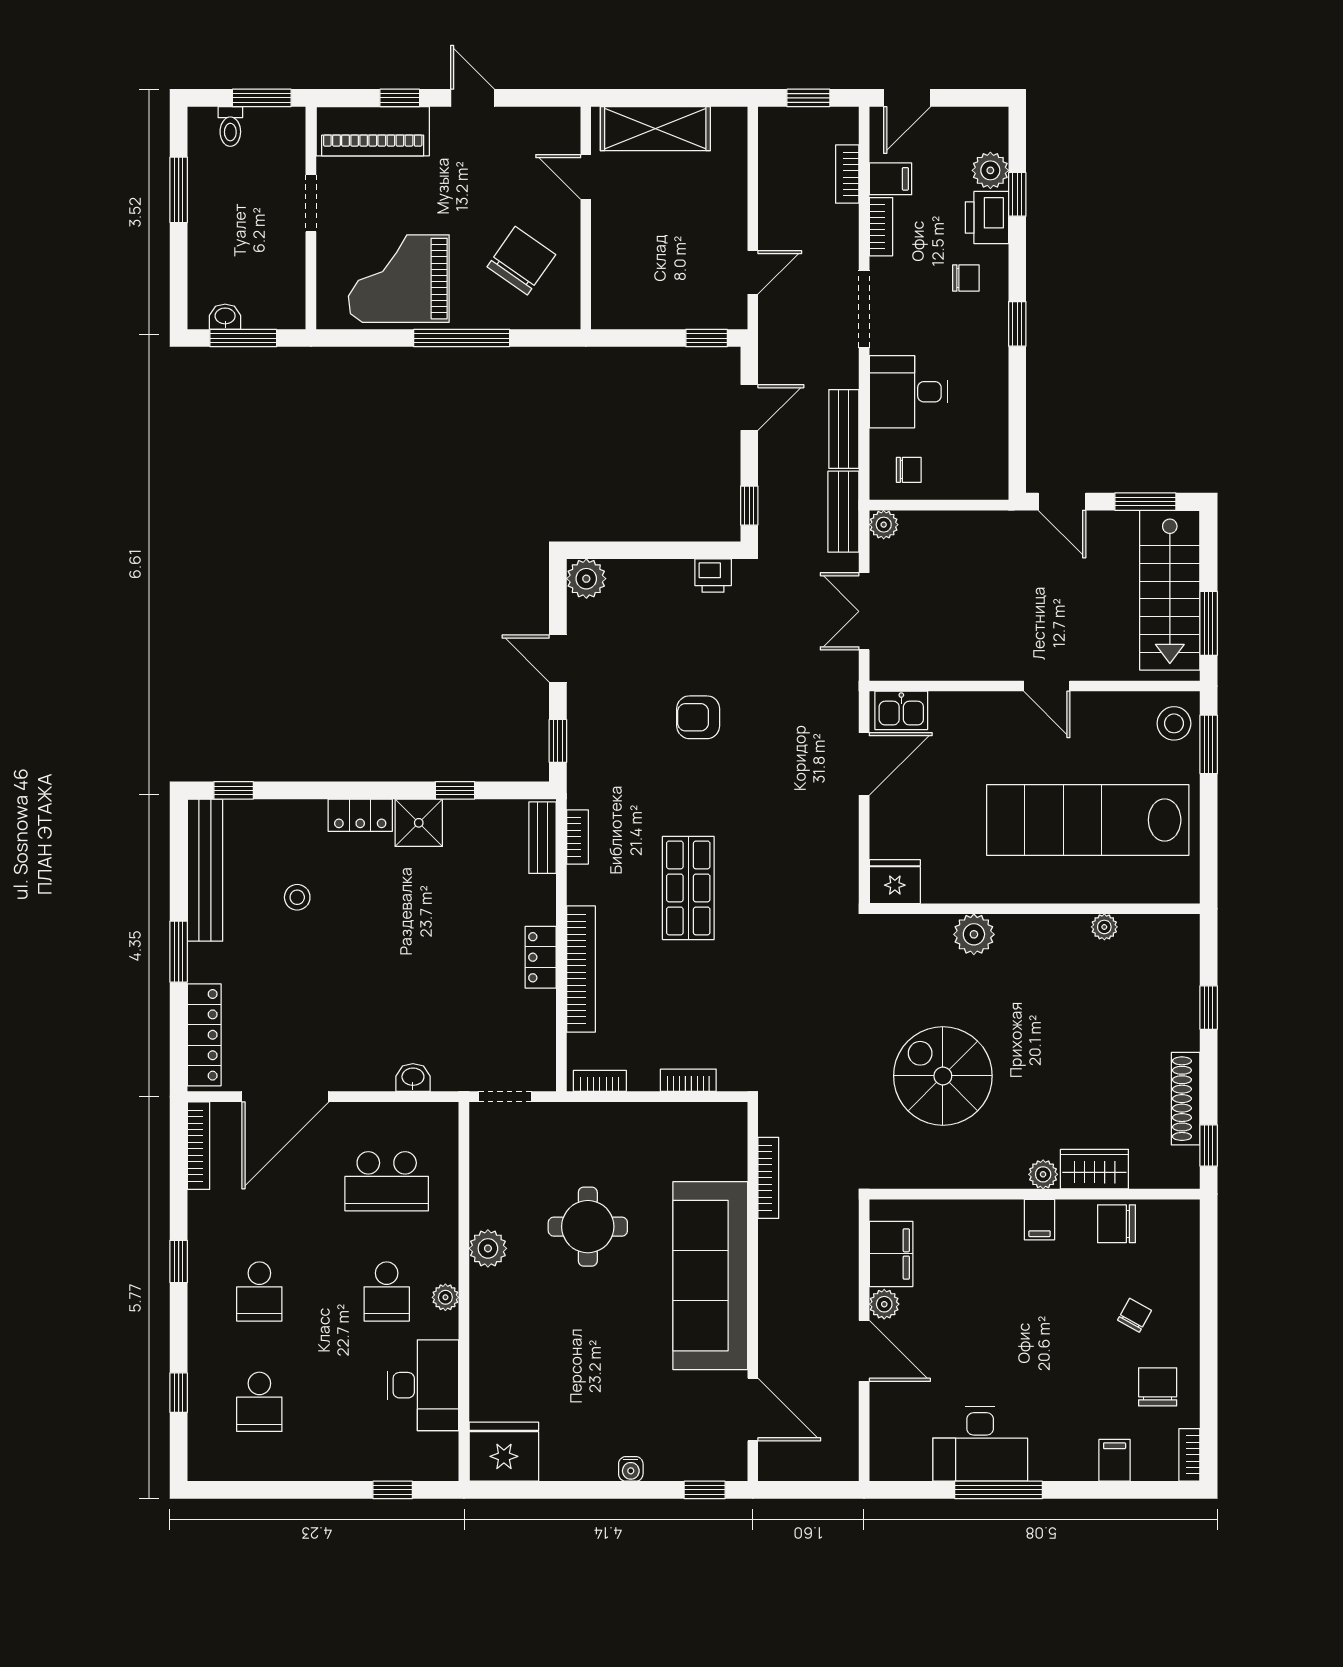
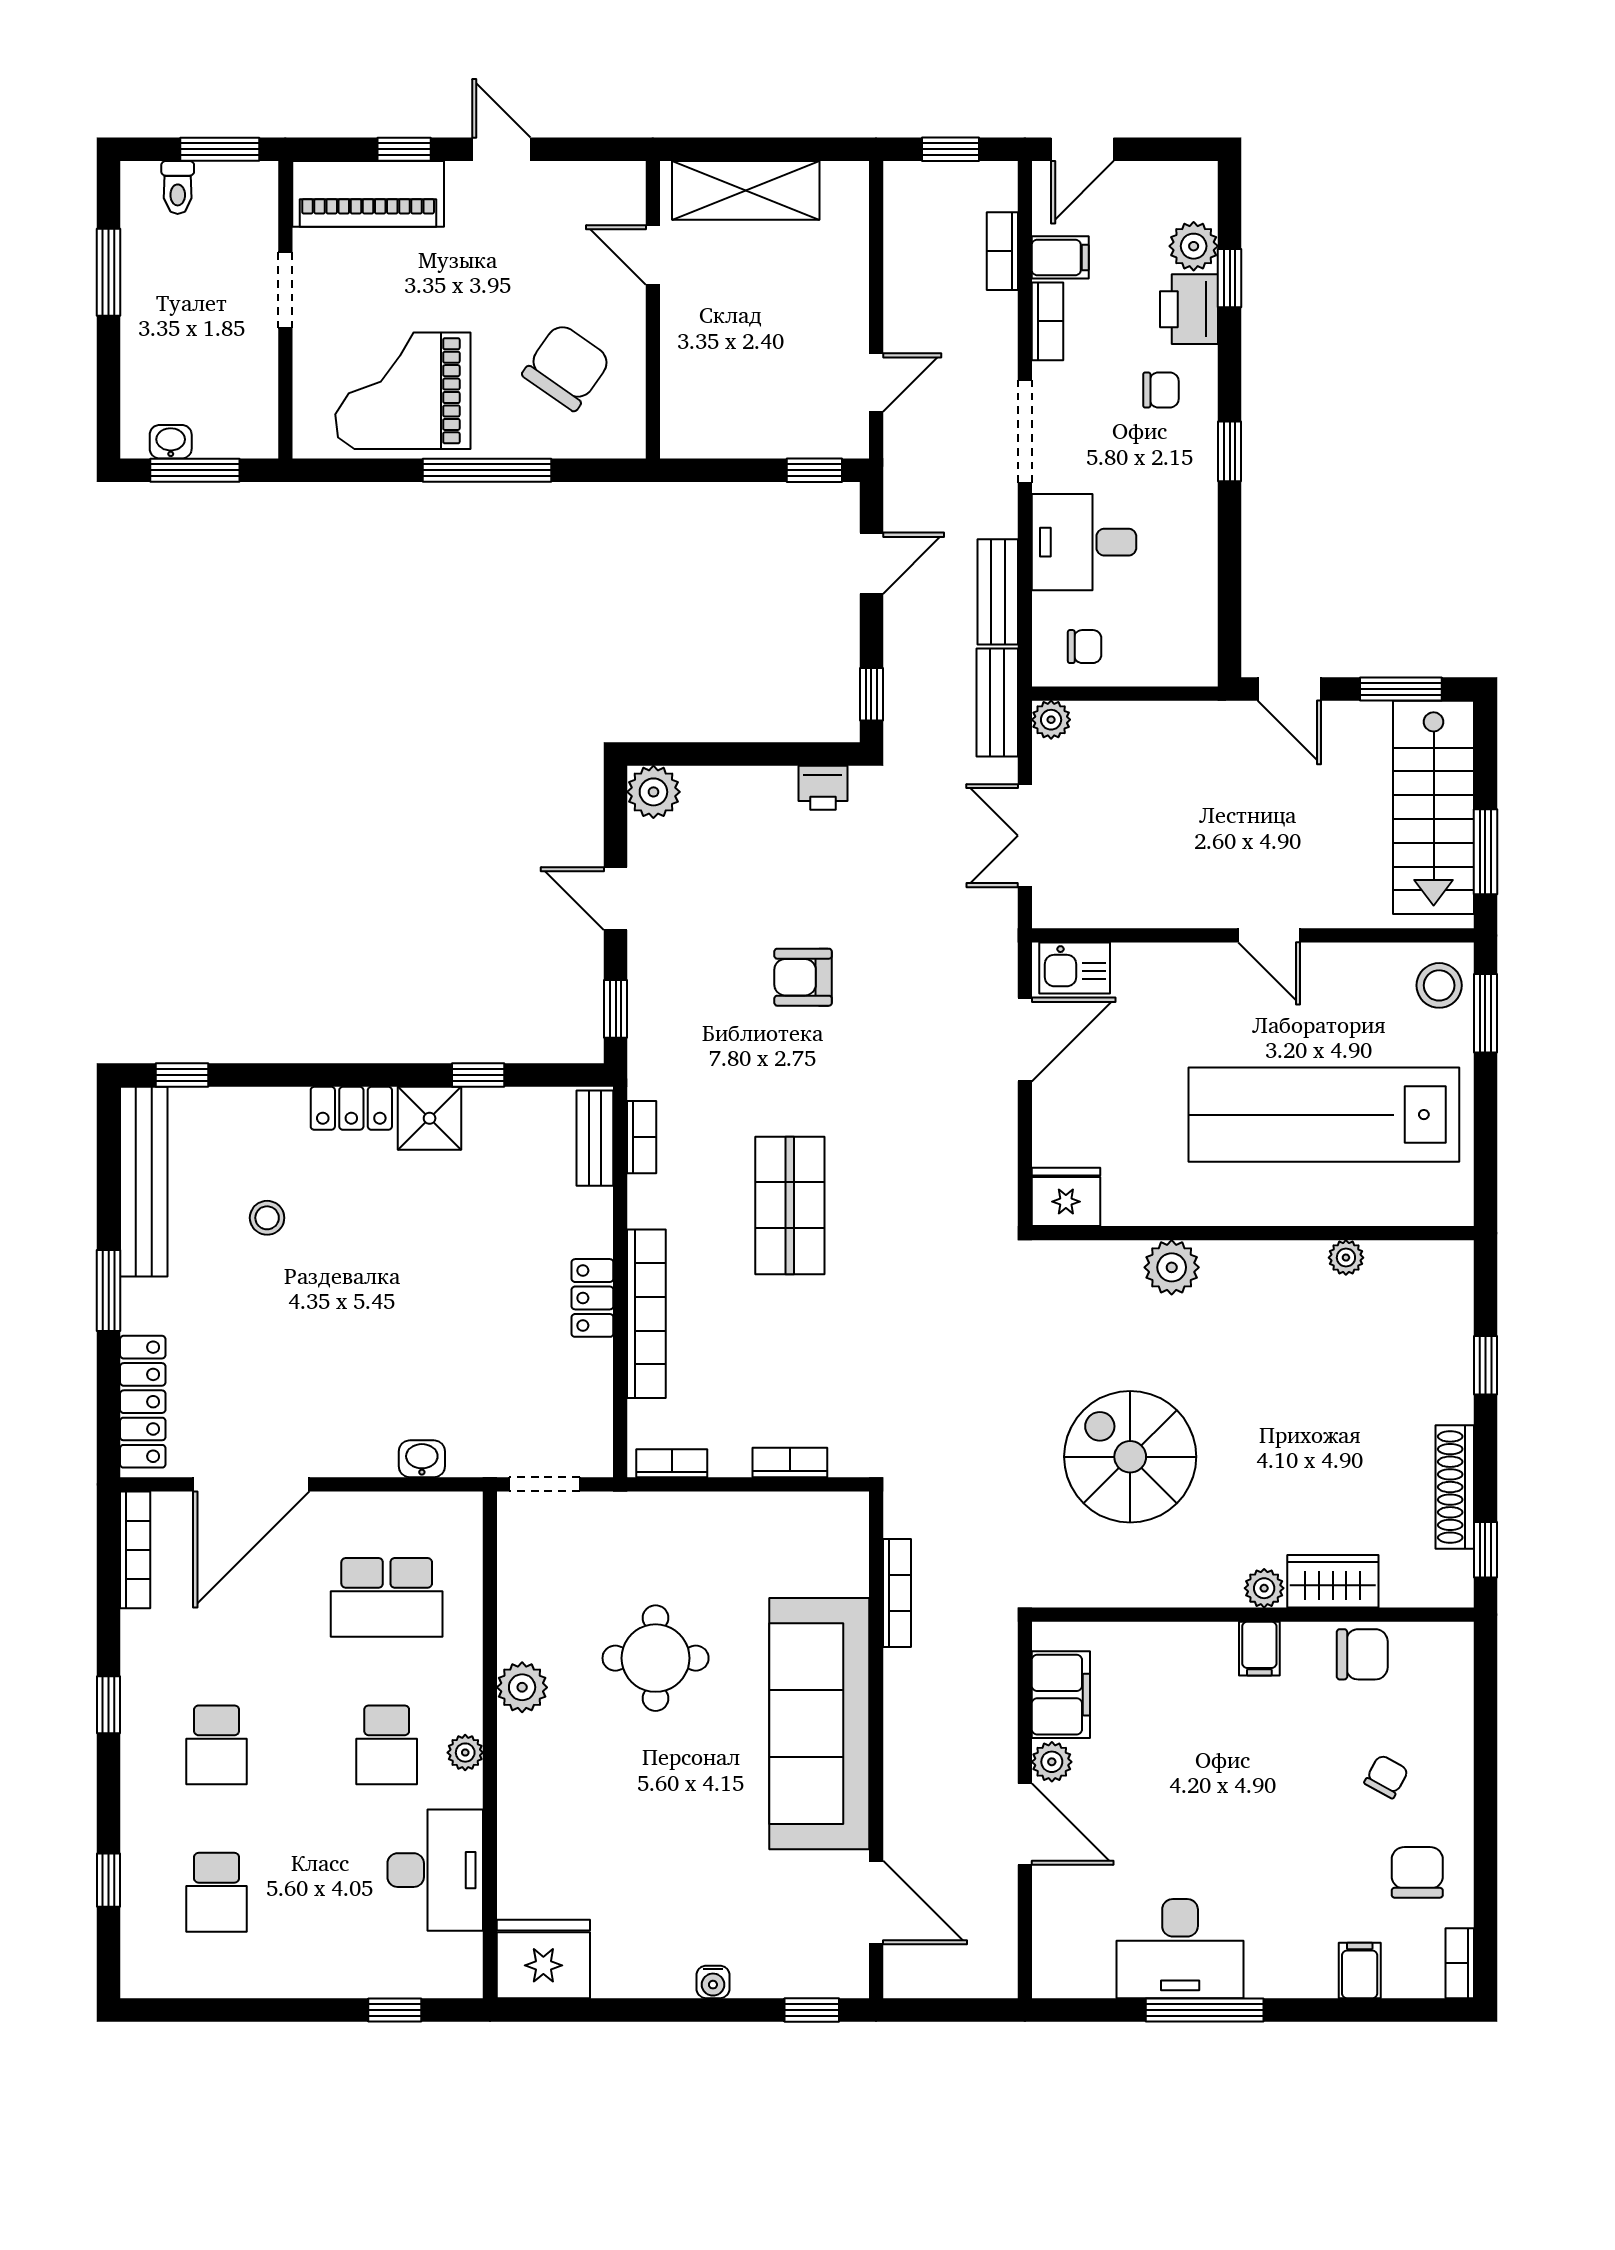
chair: (1116, 1224) -> (1362, 1654), turned 180

